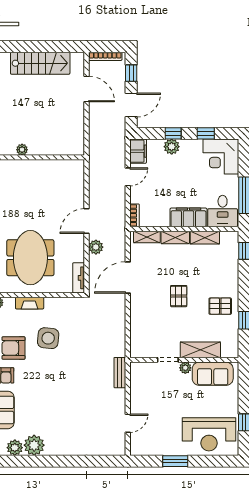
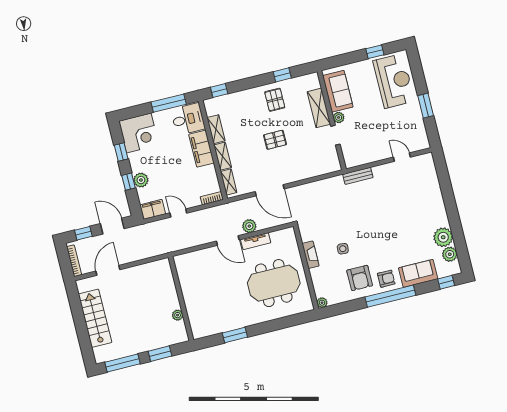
tv unit: (79, 278) -> (256, 241), moved
fireplace: (30, 303) -> (311, 255), moved
side table: (48, 338) -> (343, 249), width x0.54, depth x0.54

